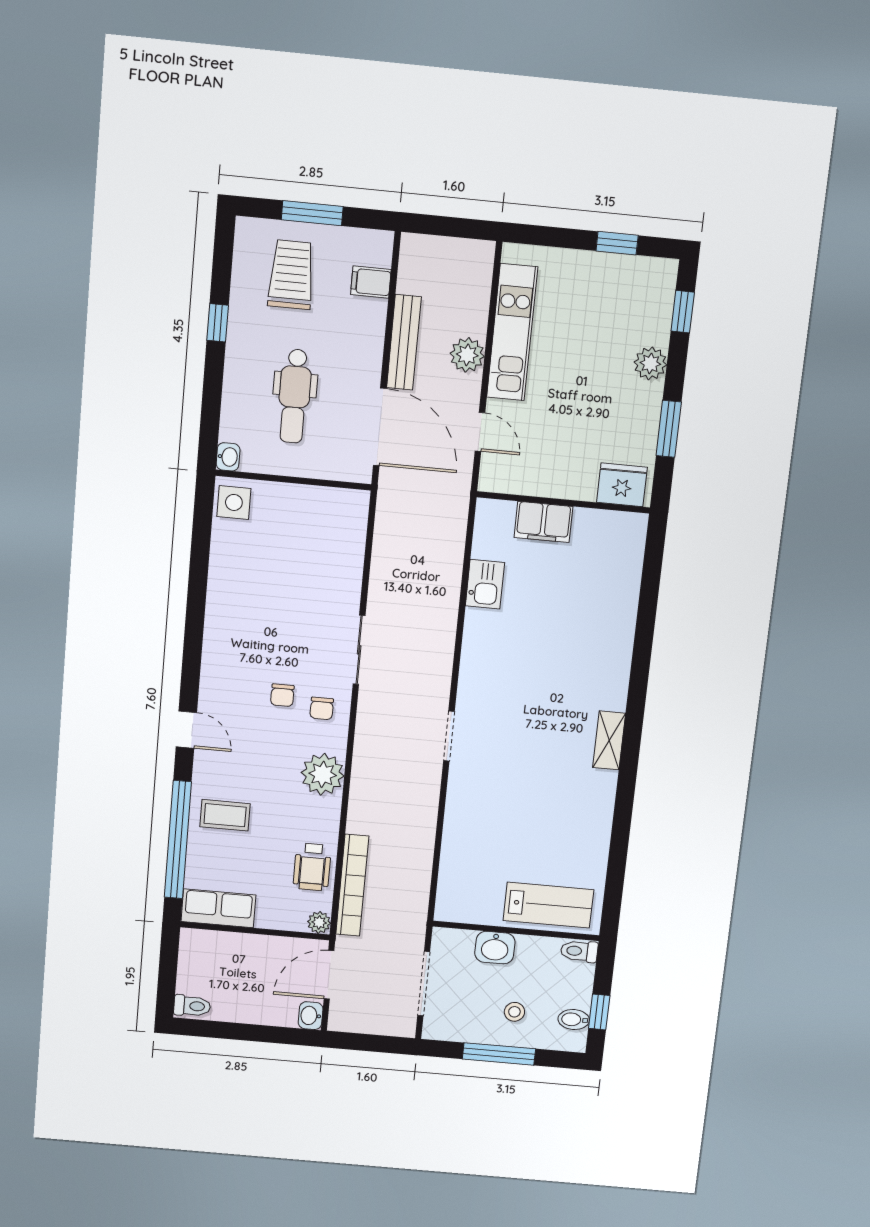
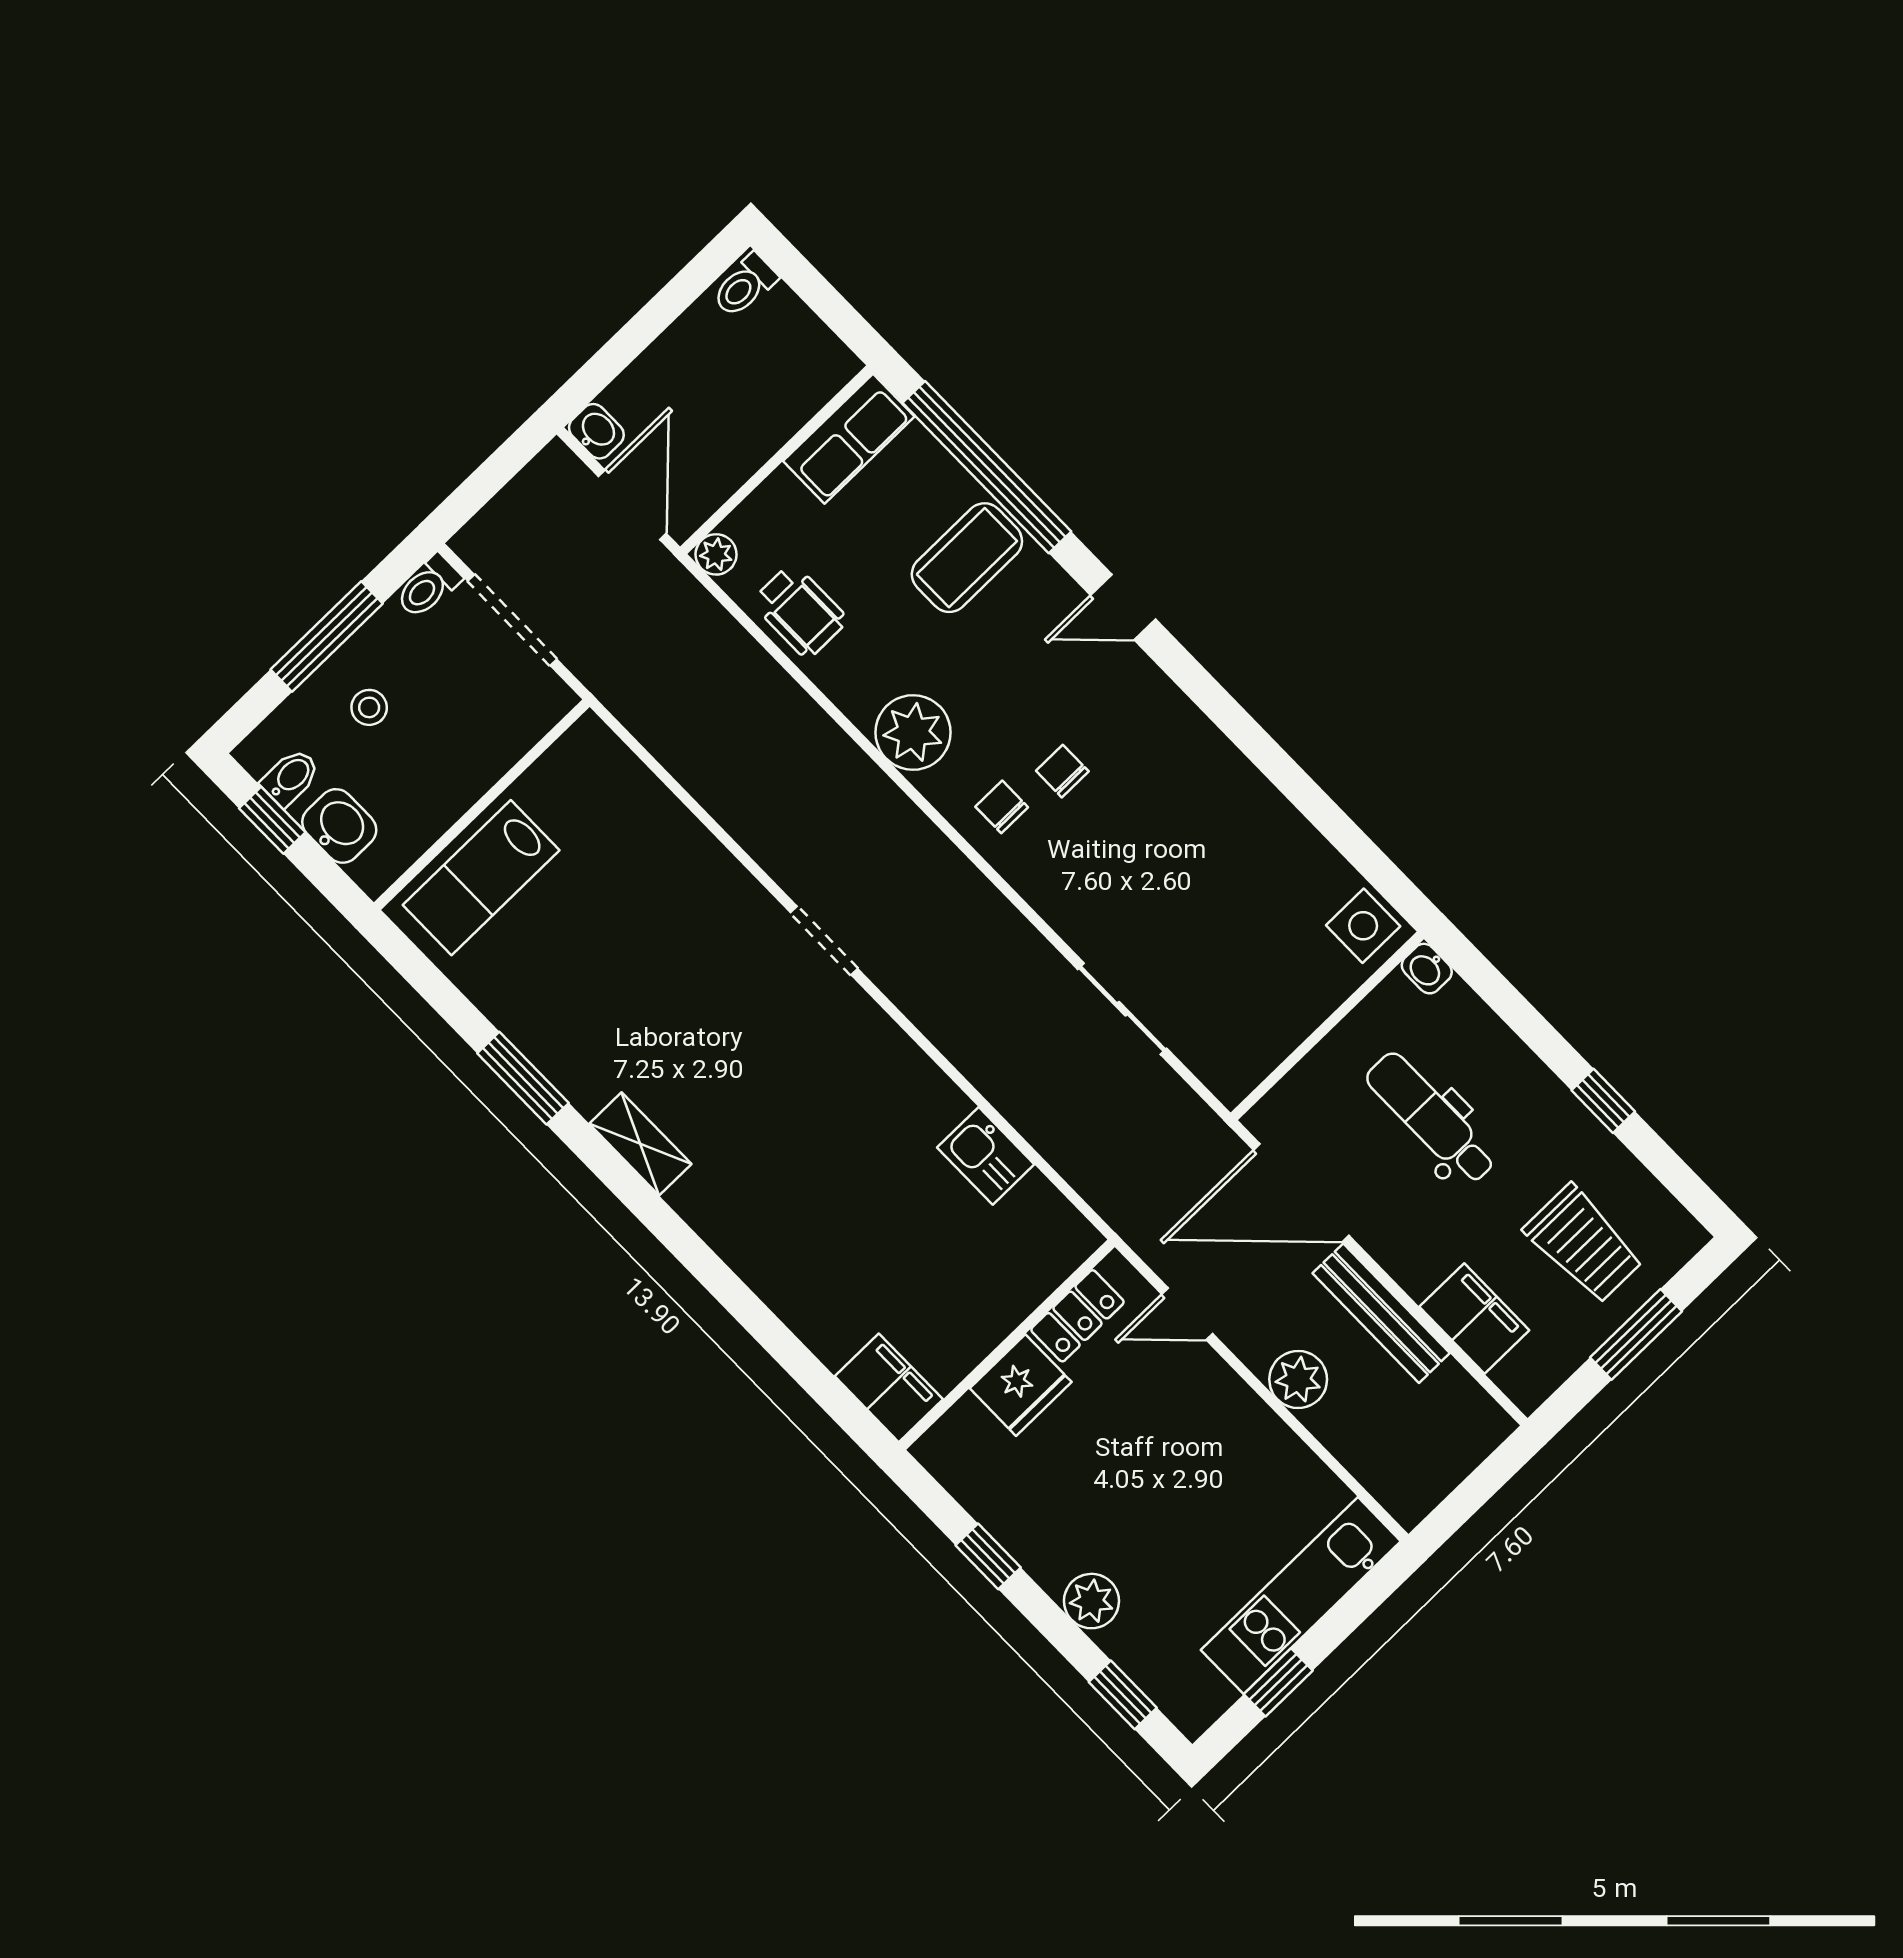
filing cabinet: (371, 282) -> (1474, 1319), width x2.00
kitchen unit: (512, 332) -> (1301, 1596), moved, turned 90
window: (669, 429) -> (988, 1556), width x0.67
locker: (523, 481) -> (1077, 1316), added
fridge: (622, 485) -> (1021, 1385), moved
filing cabinet: (543, 522) -> (889, 1388), moved, turned 90
sliding door: (359, 650) -> (1122, 1009), moved
coffee table: (225, 815) -> (967, 558), width x1.36, depth x1.30
window: (623, 815) -> (523, 1078), added
wheelchair: (312, 867) -> (800, 611), turned 180
bookcase: (352, 885) -> (730, 642), removed
washbasin: (495, 948) -> (339, 826), moved, turned 90
toilet: (579, 951) -> (428, 586), moved, turned 180

